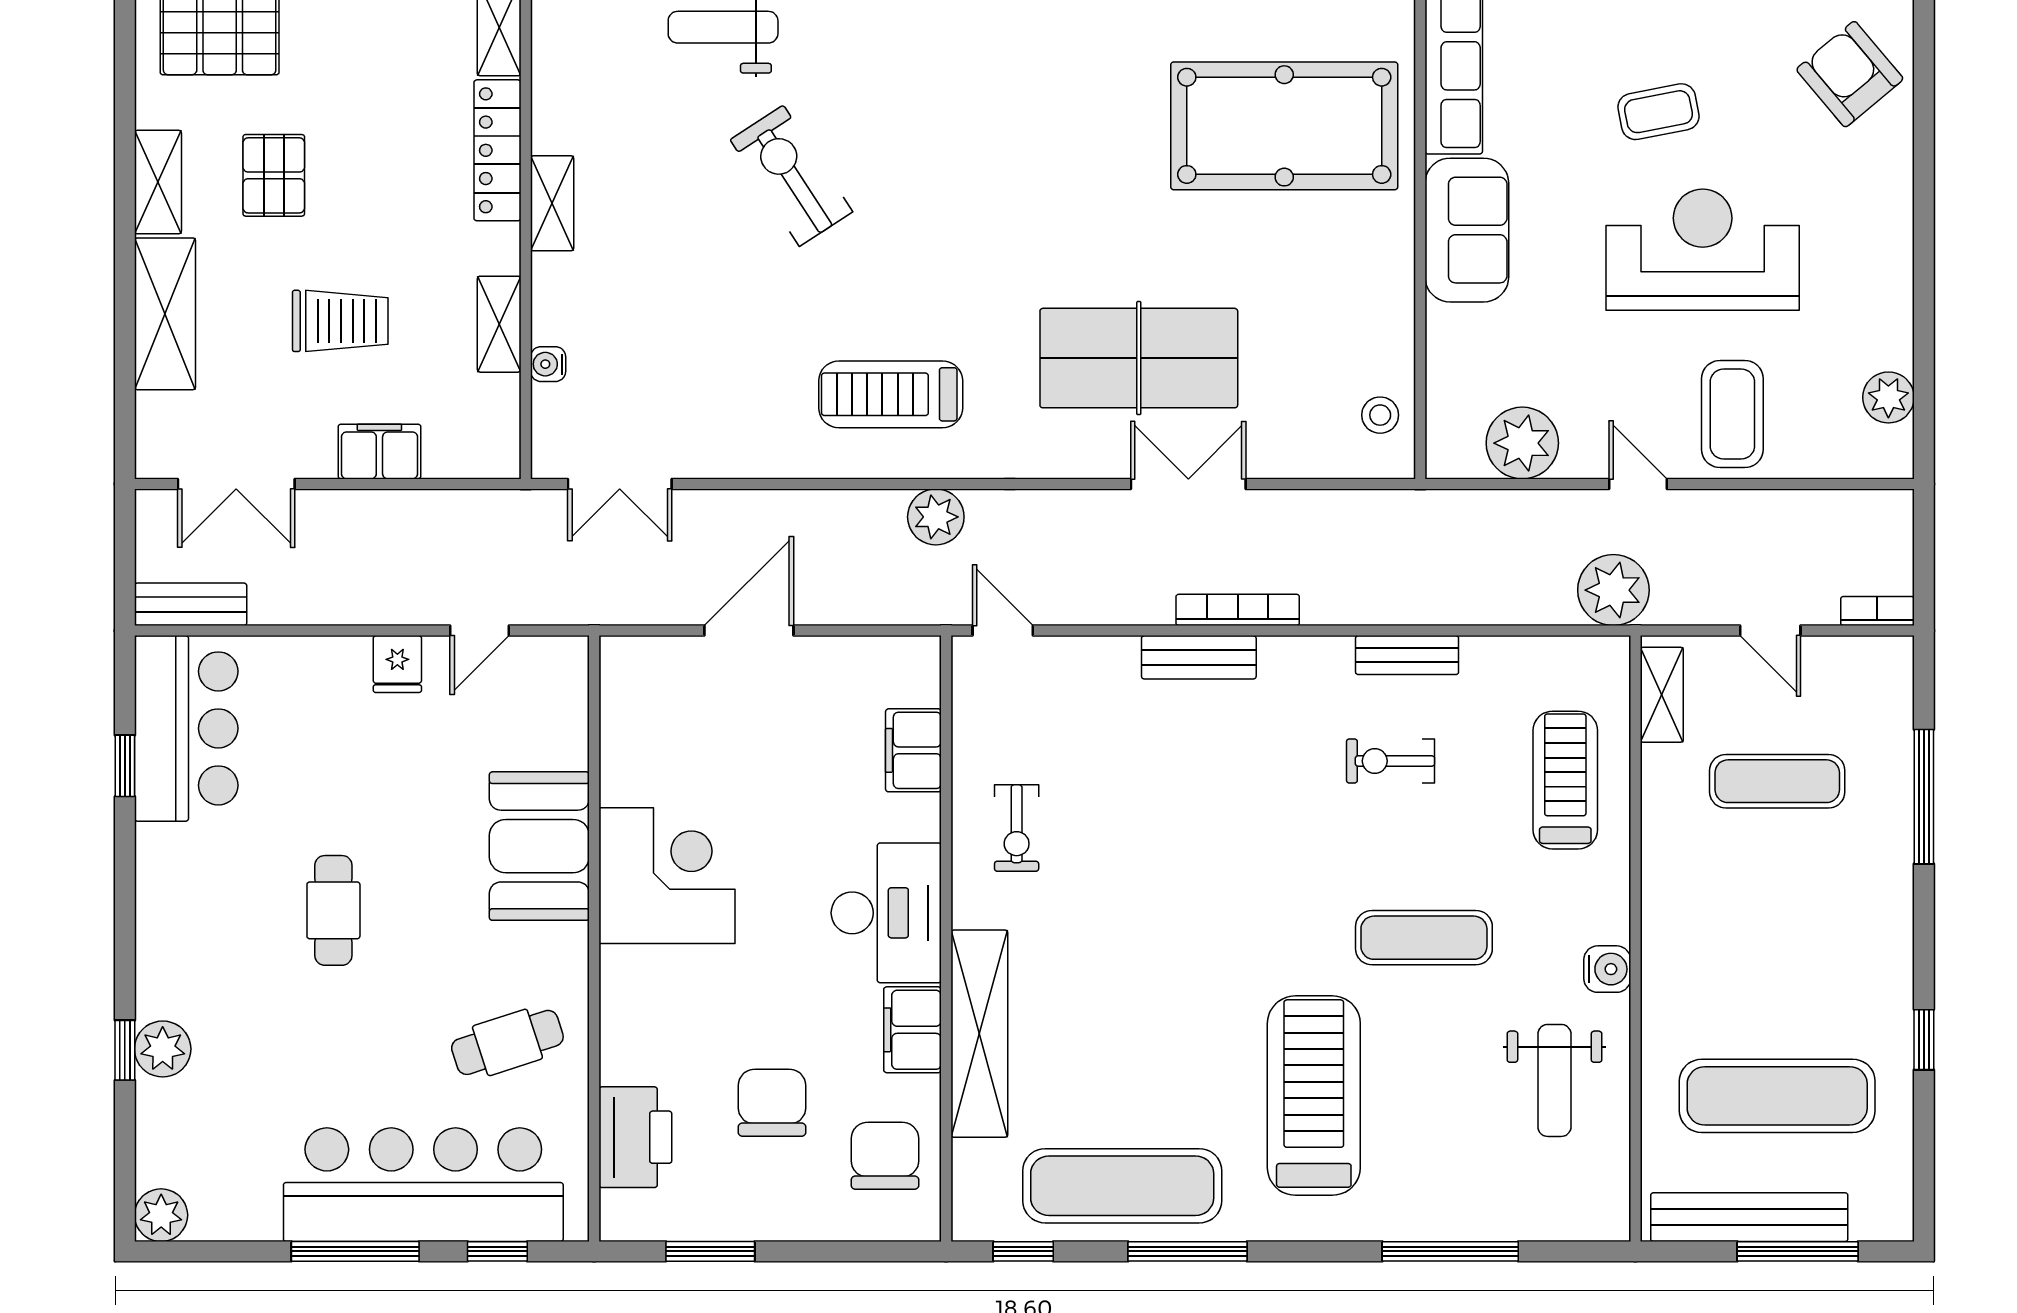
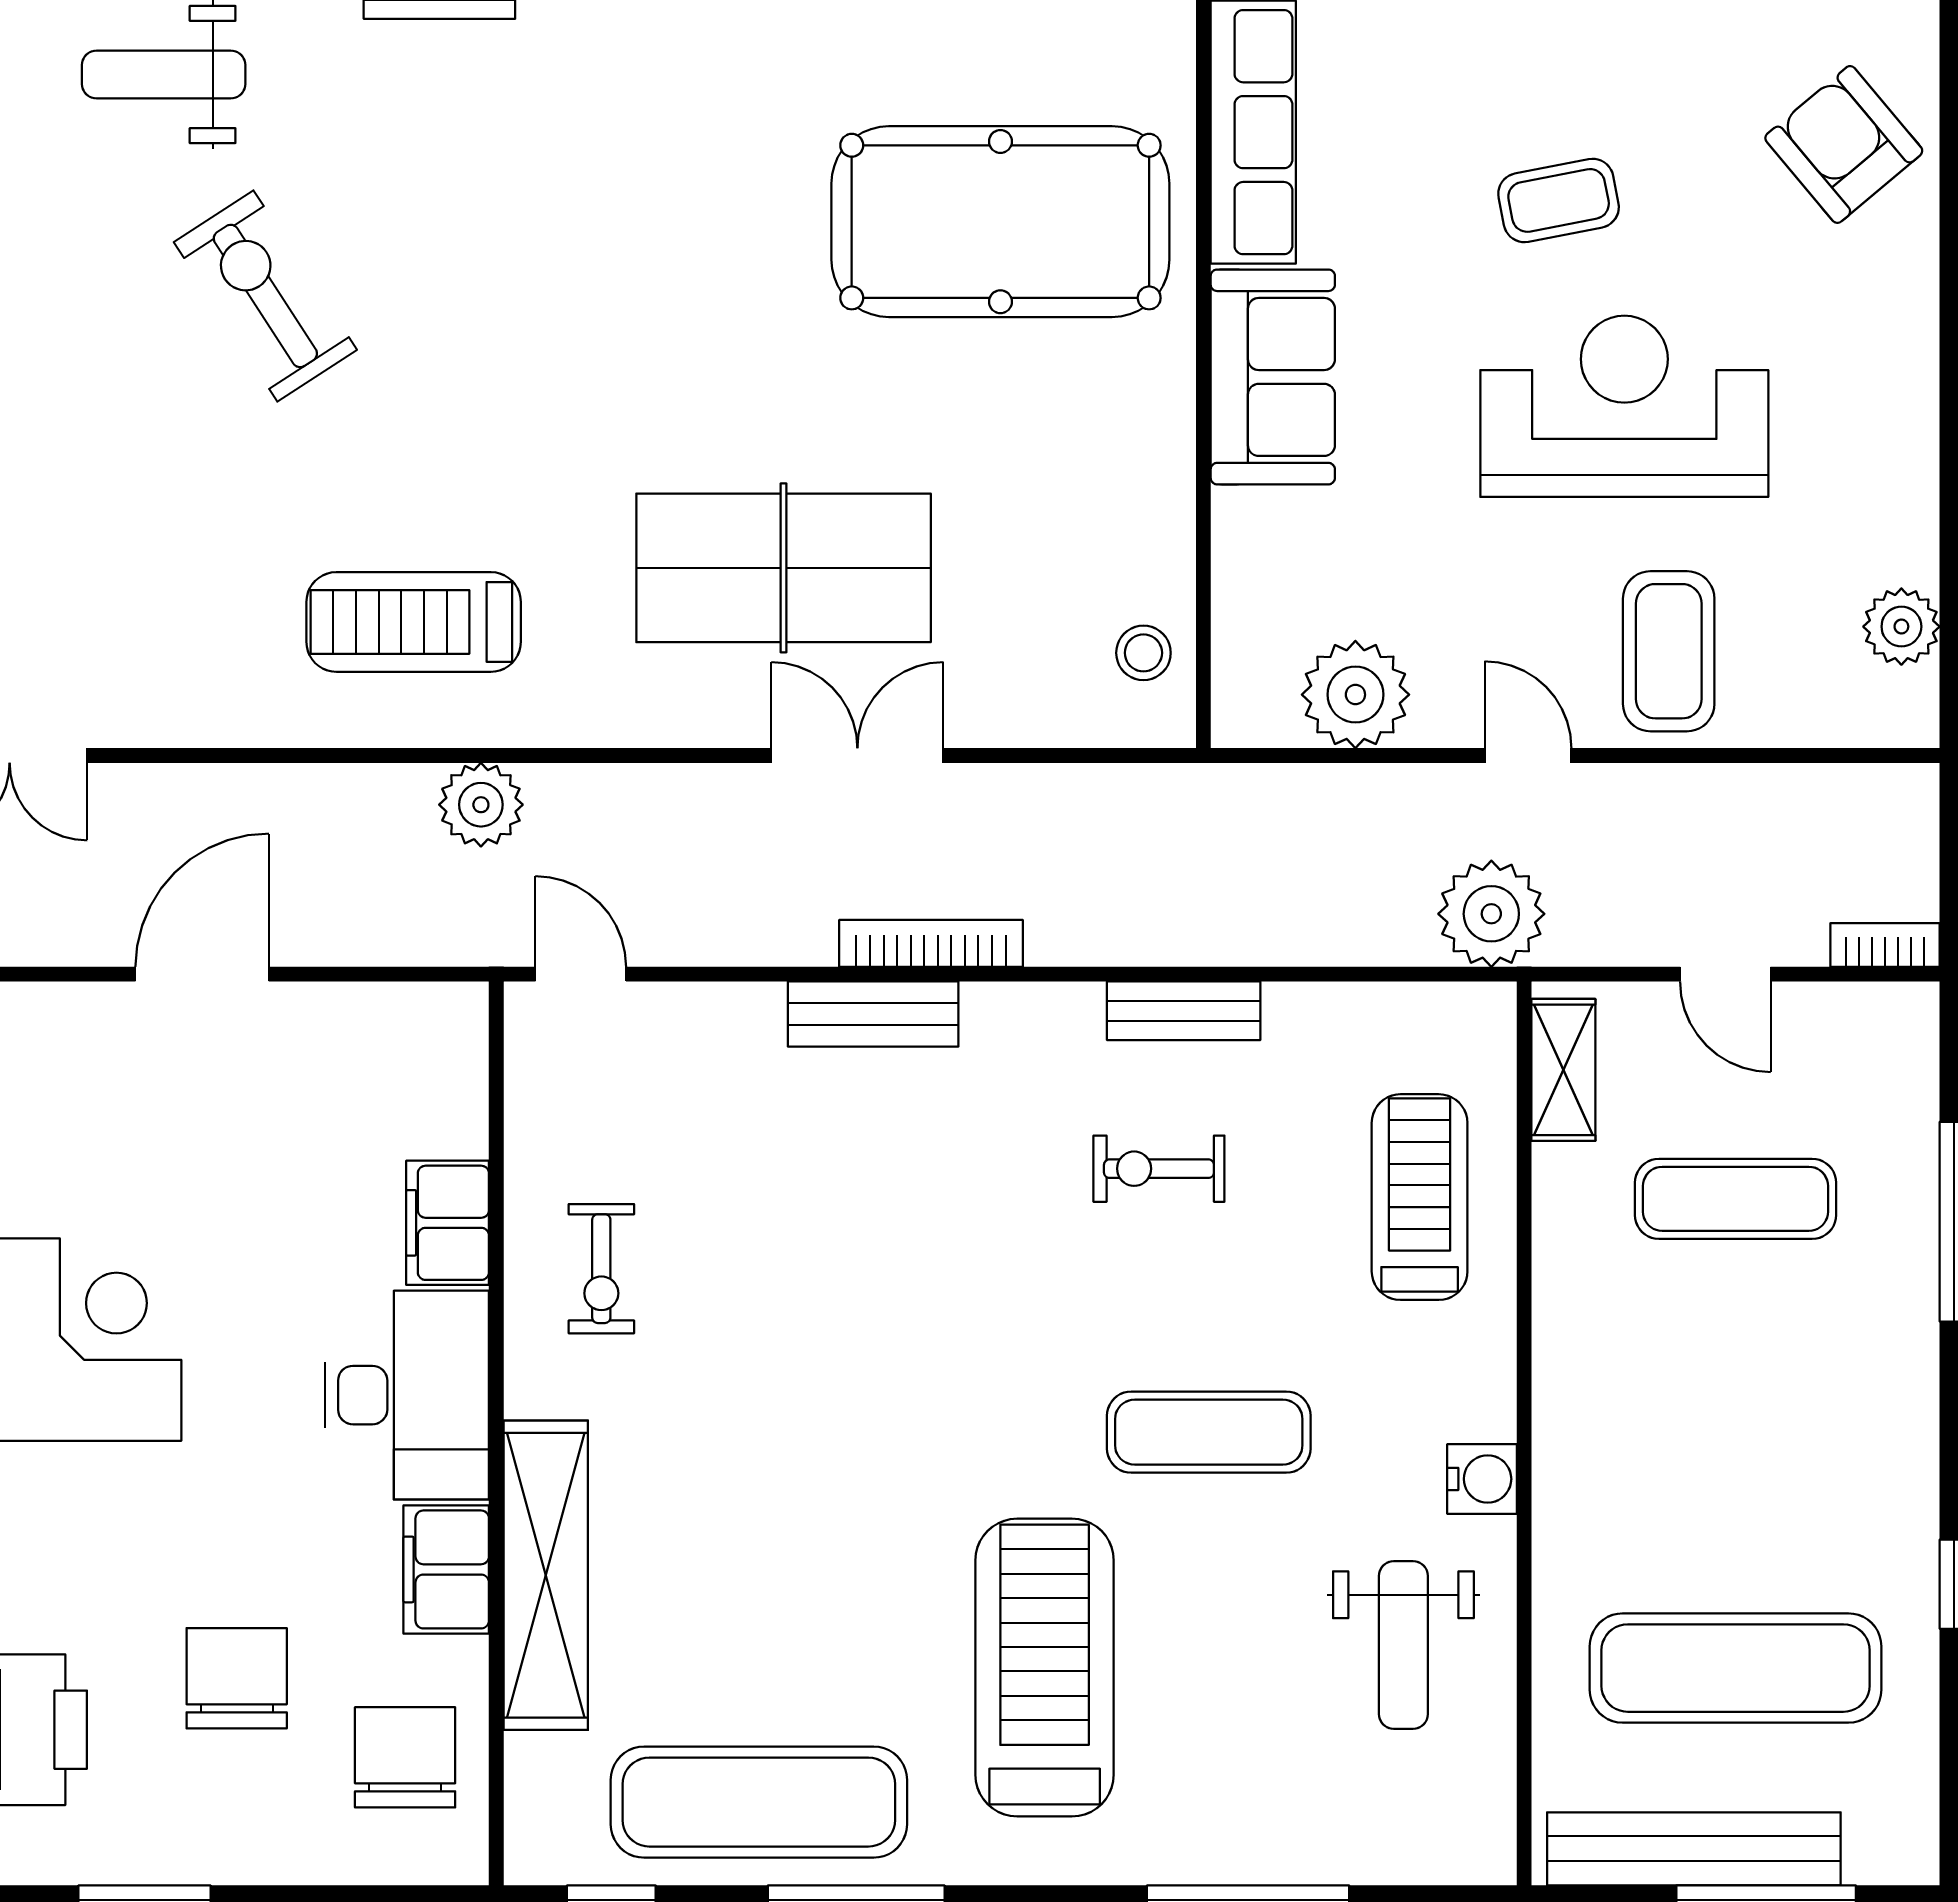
filing cabinet: (913, 750) -> (448, 1223), moved

